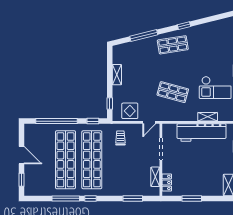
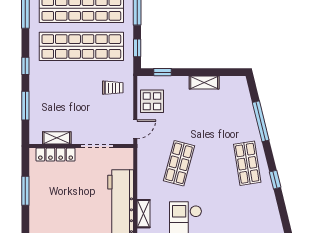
door: (149, 122) -> (135, 129), swing flipped
locker: (167, 182) -> (56, 155), width x1.53
window: (90, 198) -> (25, 66), moved

